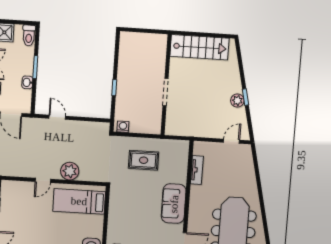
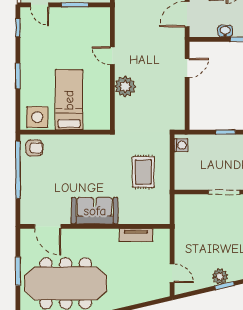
bed: (79, 201) -> (69, 100), moved

